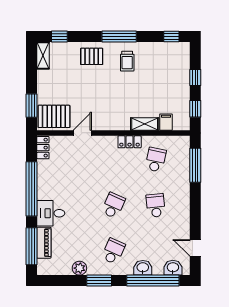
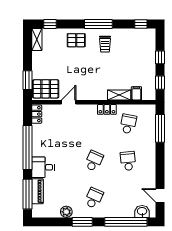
washbasin: (143, 268) -> (118, 211), removed

